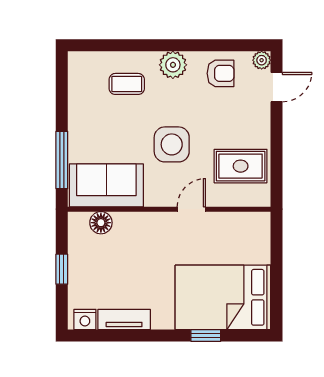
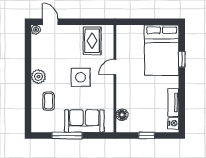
armchair: (221, 73) -> (43, 51), removed
window: (62, 160) -> (67, 135), moved
sofa: (106, 185) -> (84, 121), moved, turned 90
door: (191, 209) -> (115, 67), hinge flipped

